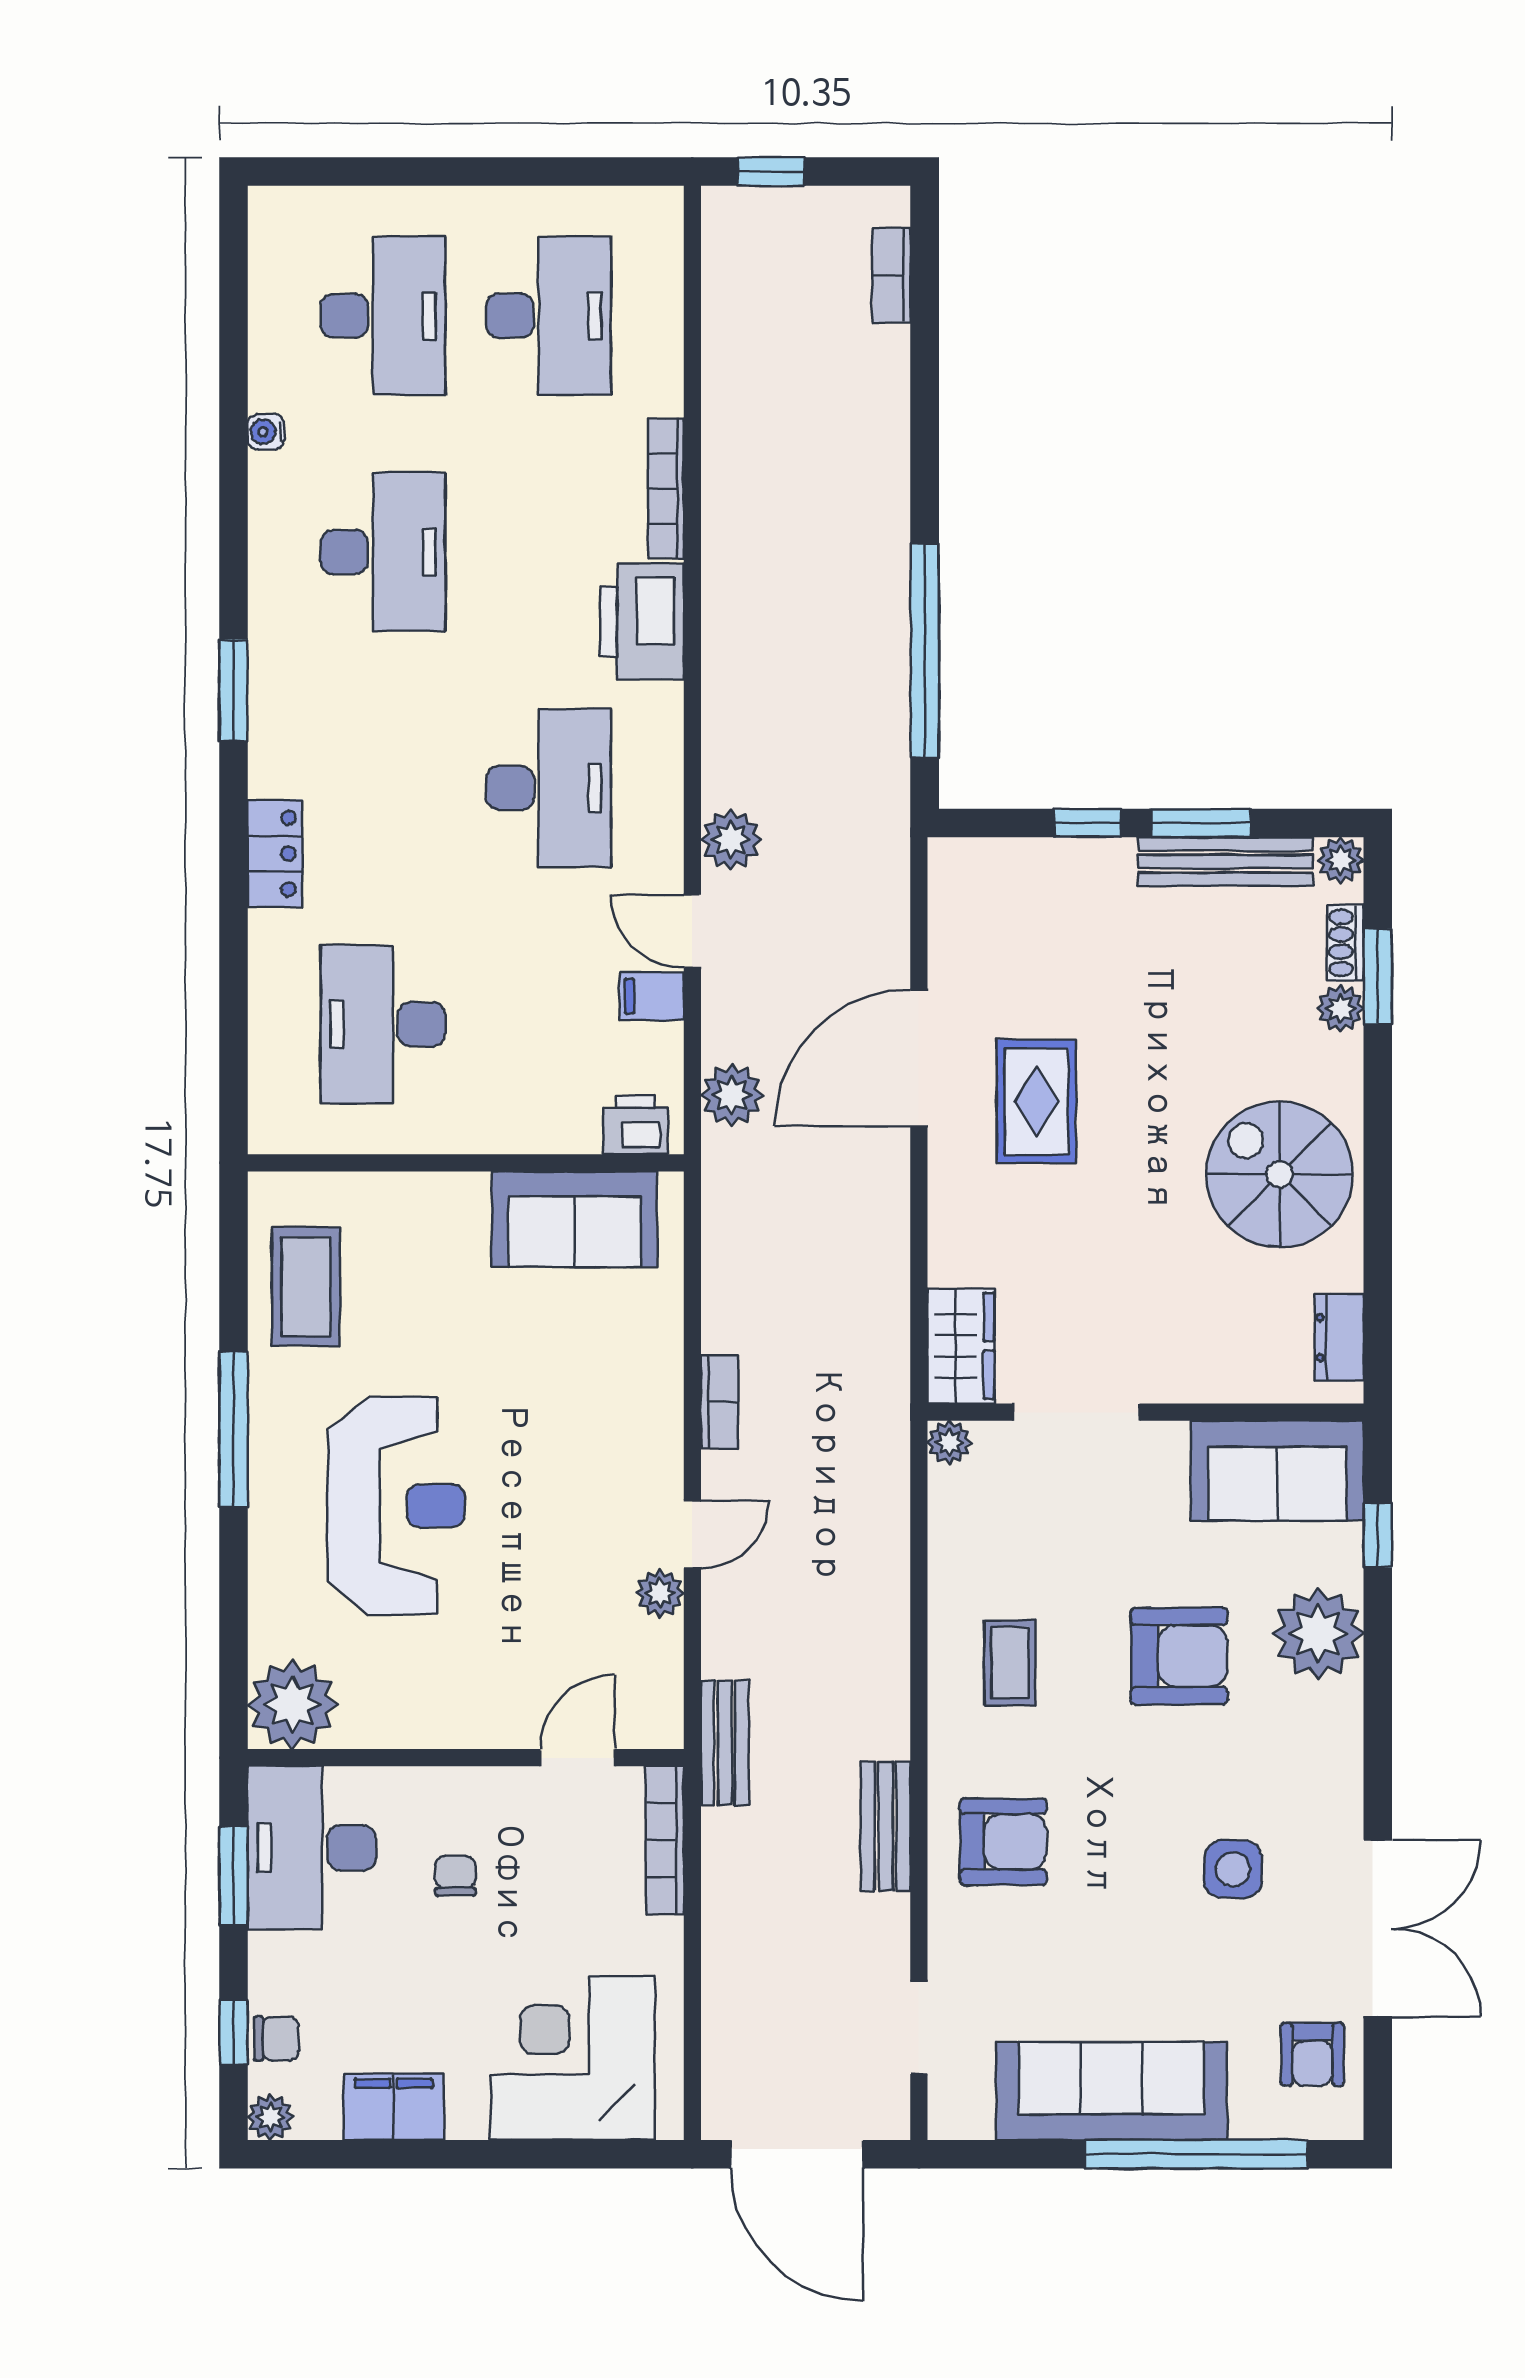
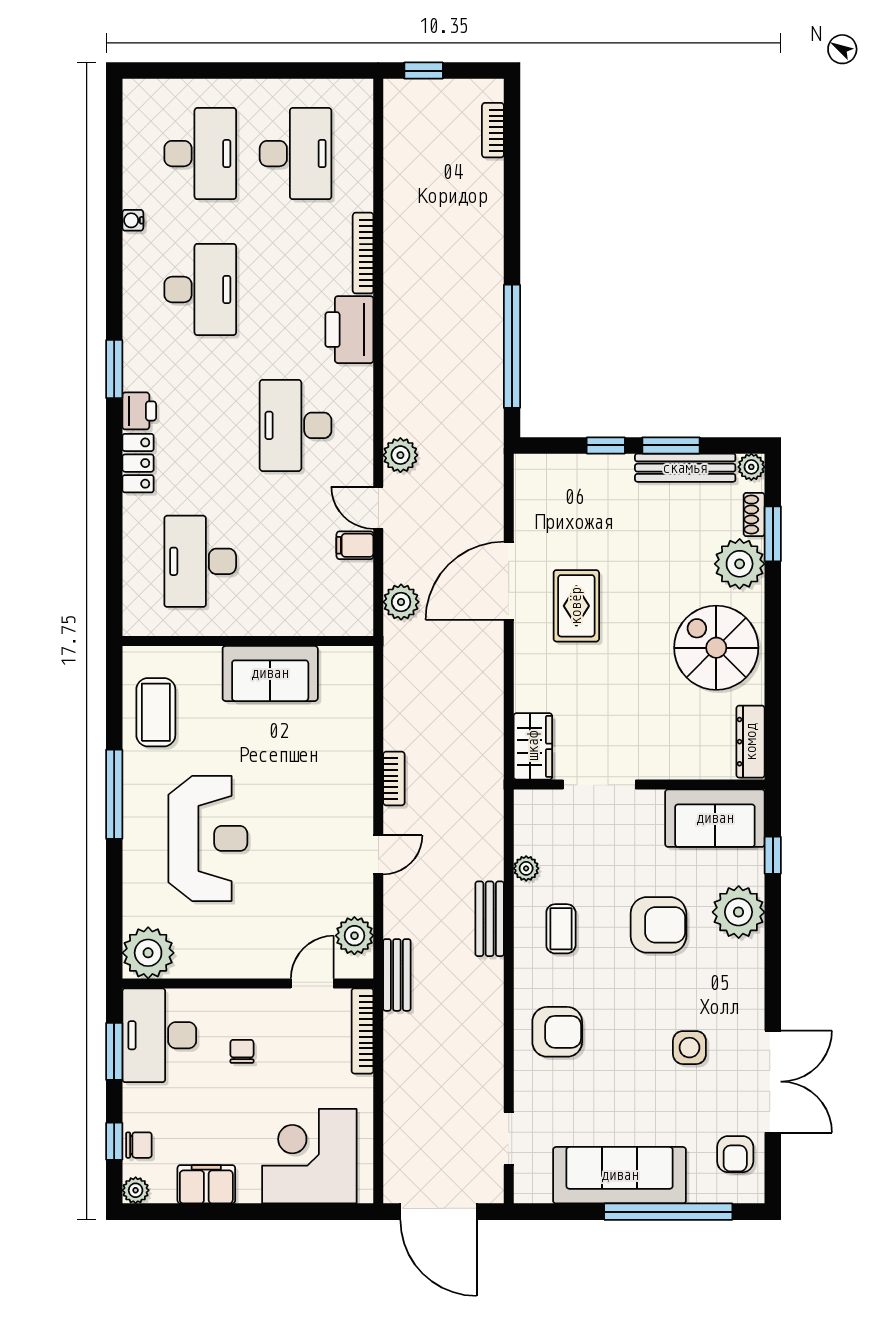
desk: (549, 788) -> (296, 425), turned 180
plant: (1340, 1008) -> (740, 564), width x1.88, depth x1.88
printer: (635, 1125) -> (139, 411), moved, turned 90
sofa: (575, 1219) -> (270, 673), moved
dresser: (1339, 1338) -> (751, 742), width x1.44
plant: (949, 1442) -> (526, 868), moved
plant: (660, 1593) -> (354, 936), moved, width x1.38, depth x1.38
bench: (886, 1826) -> (490, 919), moved

